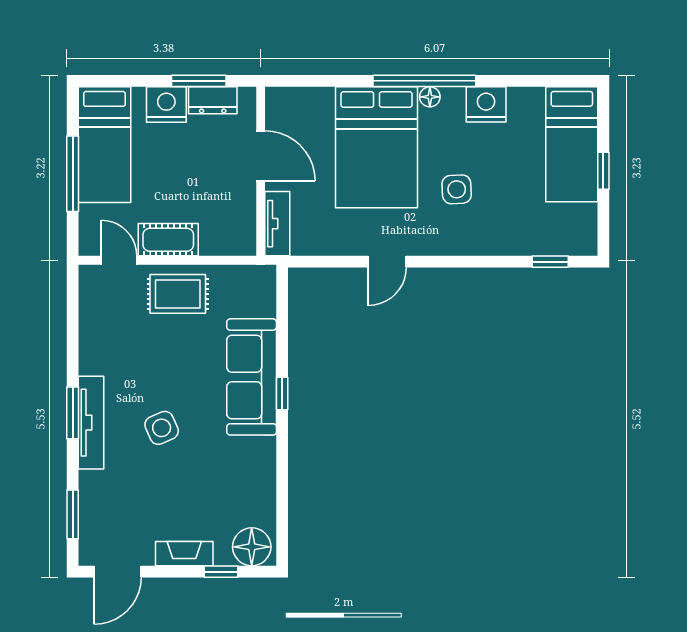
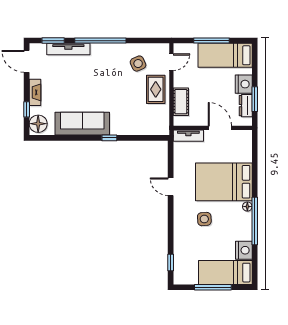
window: (424, 81) -> (255, 221), moved
nightstand: (486, 104) -> (244, 250), moved
door: (261, 156) -> (220, 128), swing flipped
window: (603, 171) -> (213, 287), width x2.17
cot: (168, 240) -> (181, 102), moved
sofa: (252, 377) -> (82, 124), moved
window: (73, 413) -> (100, 41), width x2.11
tv unit: (91, 423) -> (68, 49), moved
side table: (162, 428) -> (138, 64), moved

